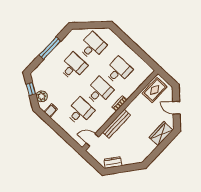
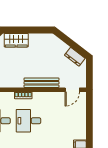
desk: (80, 111) -> (59, 121), removed
door: (92, 140) -> (72, 90), hinge flipped

